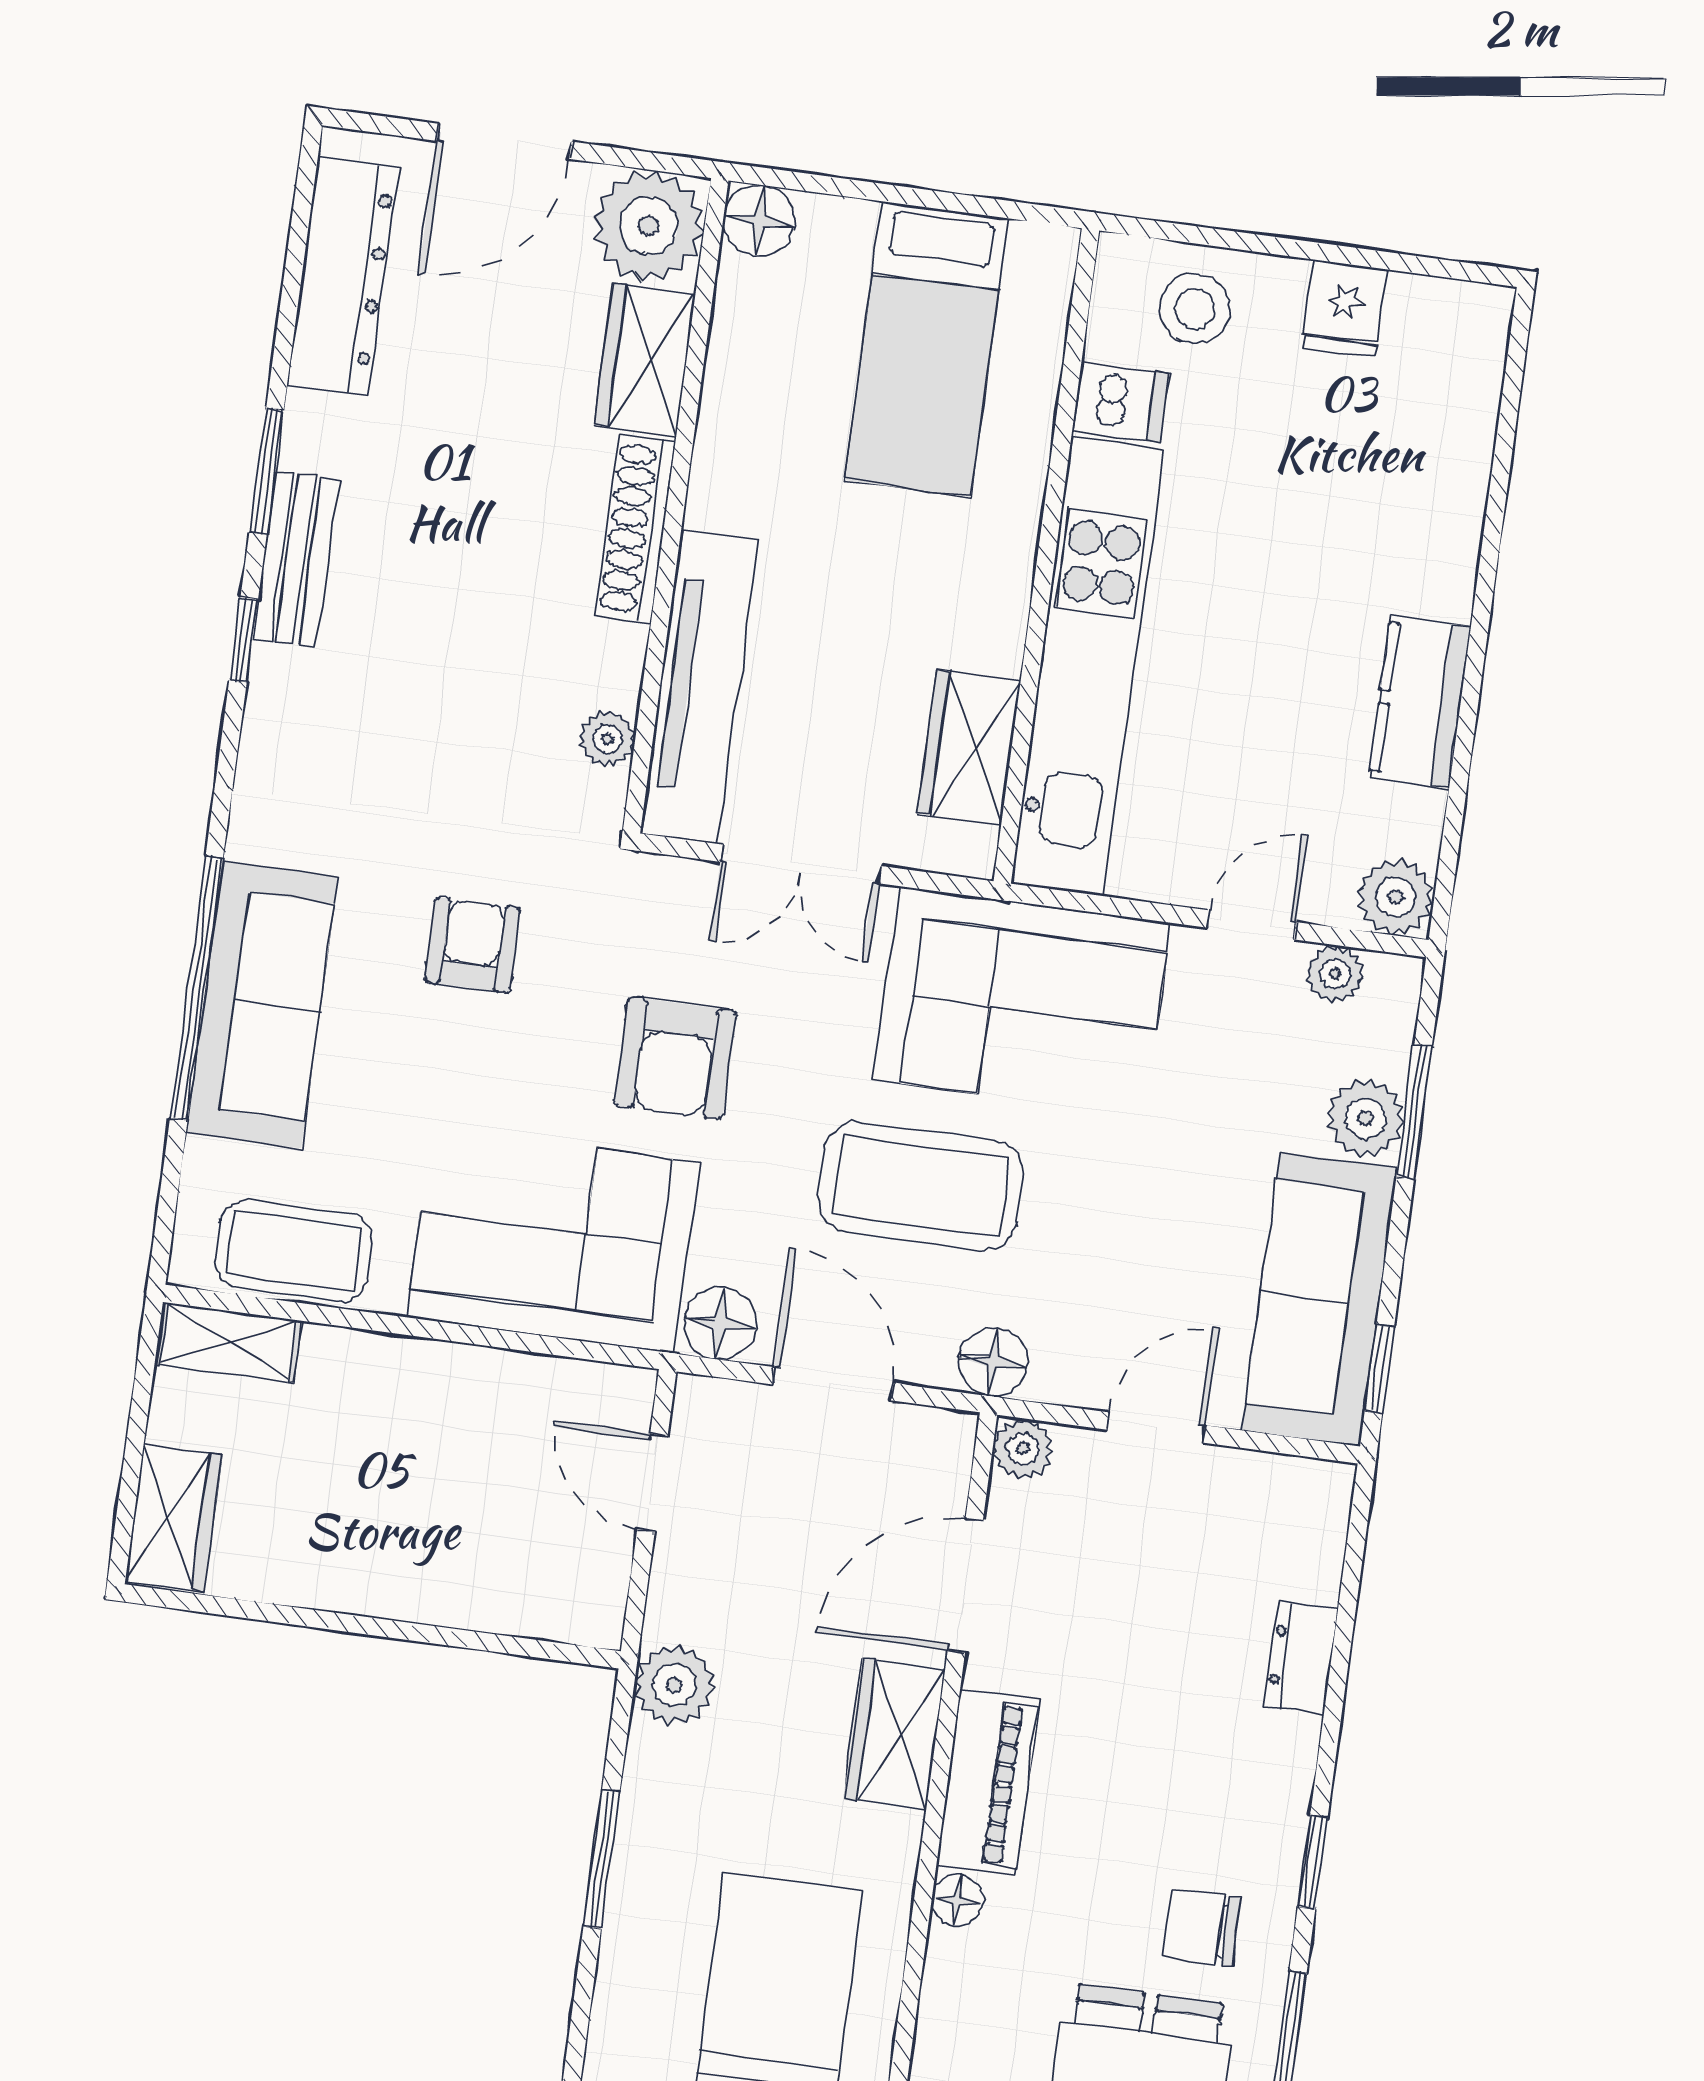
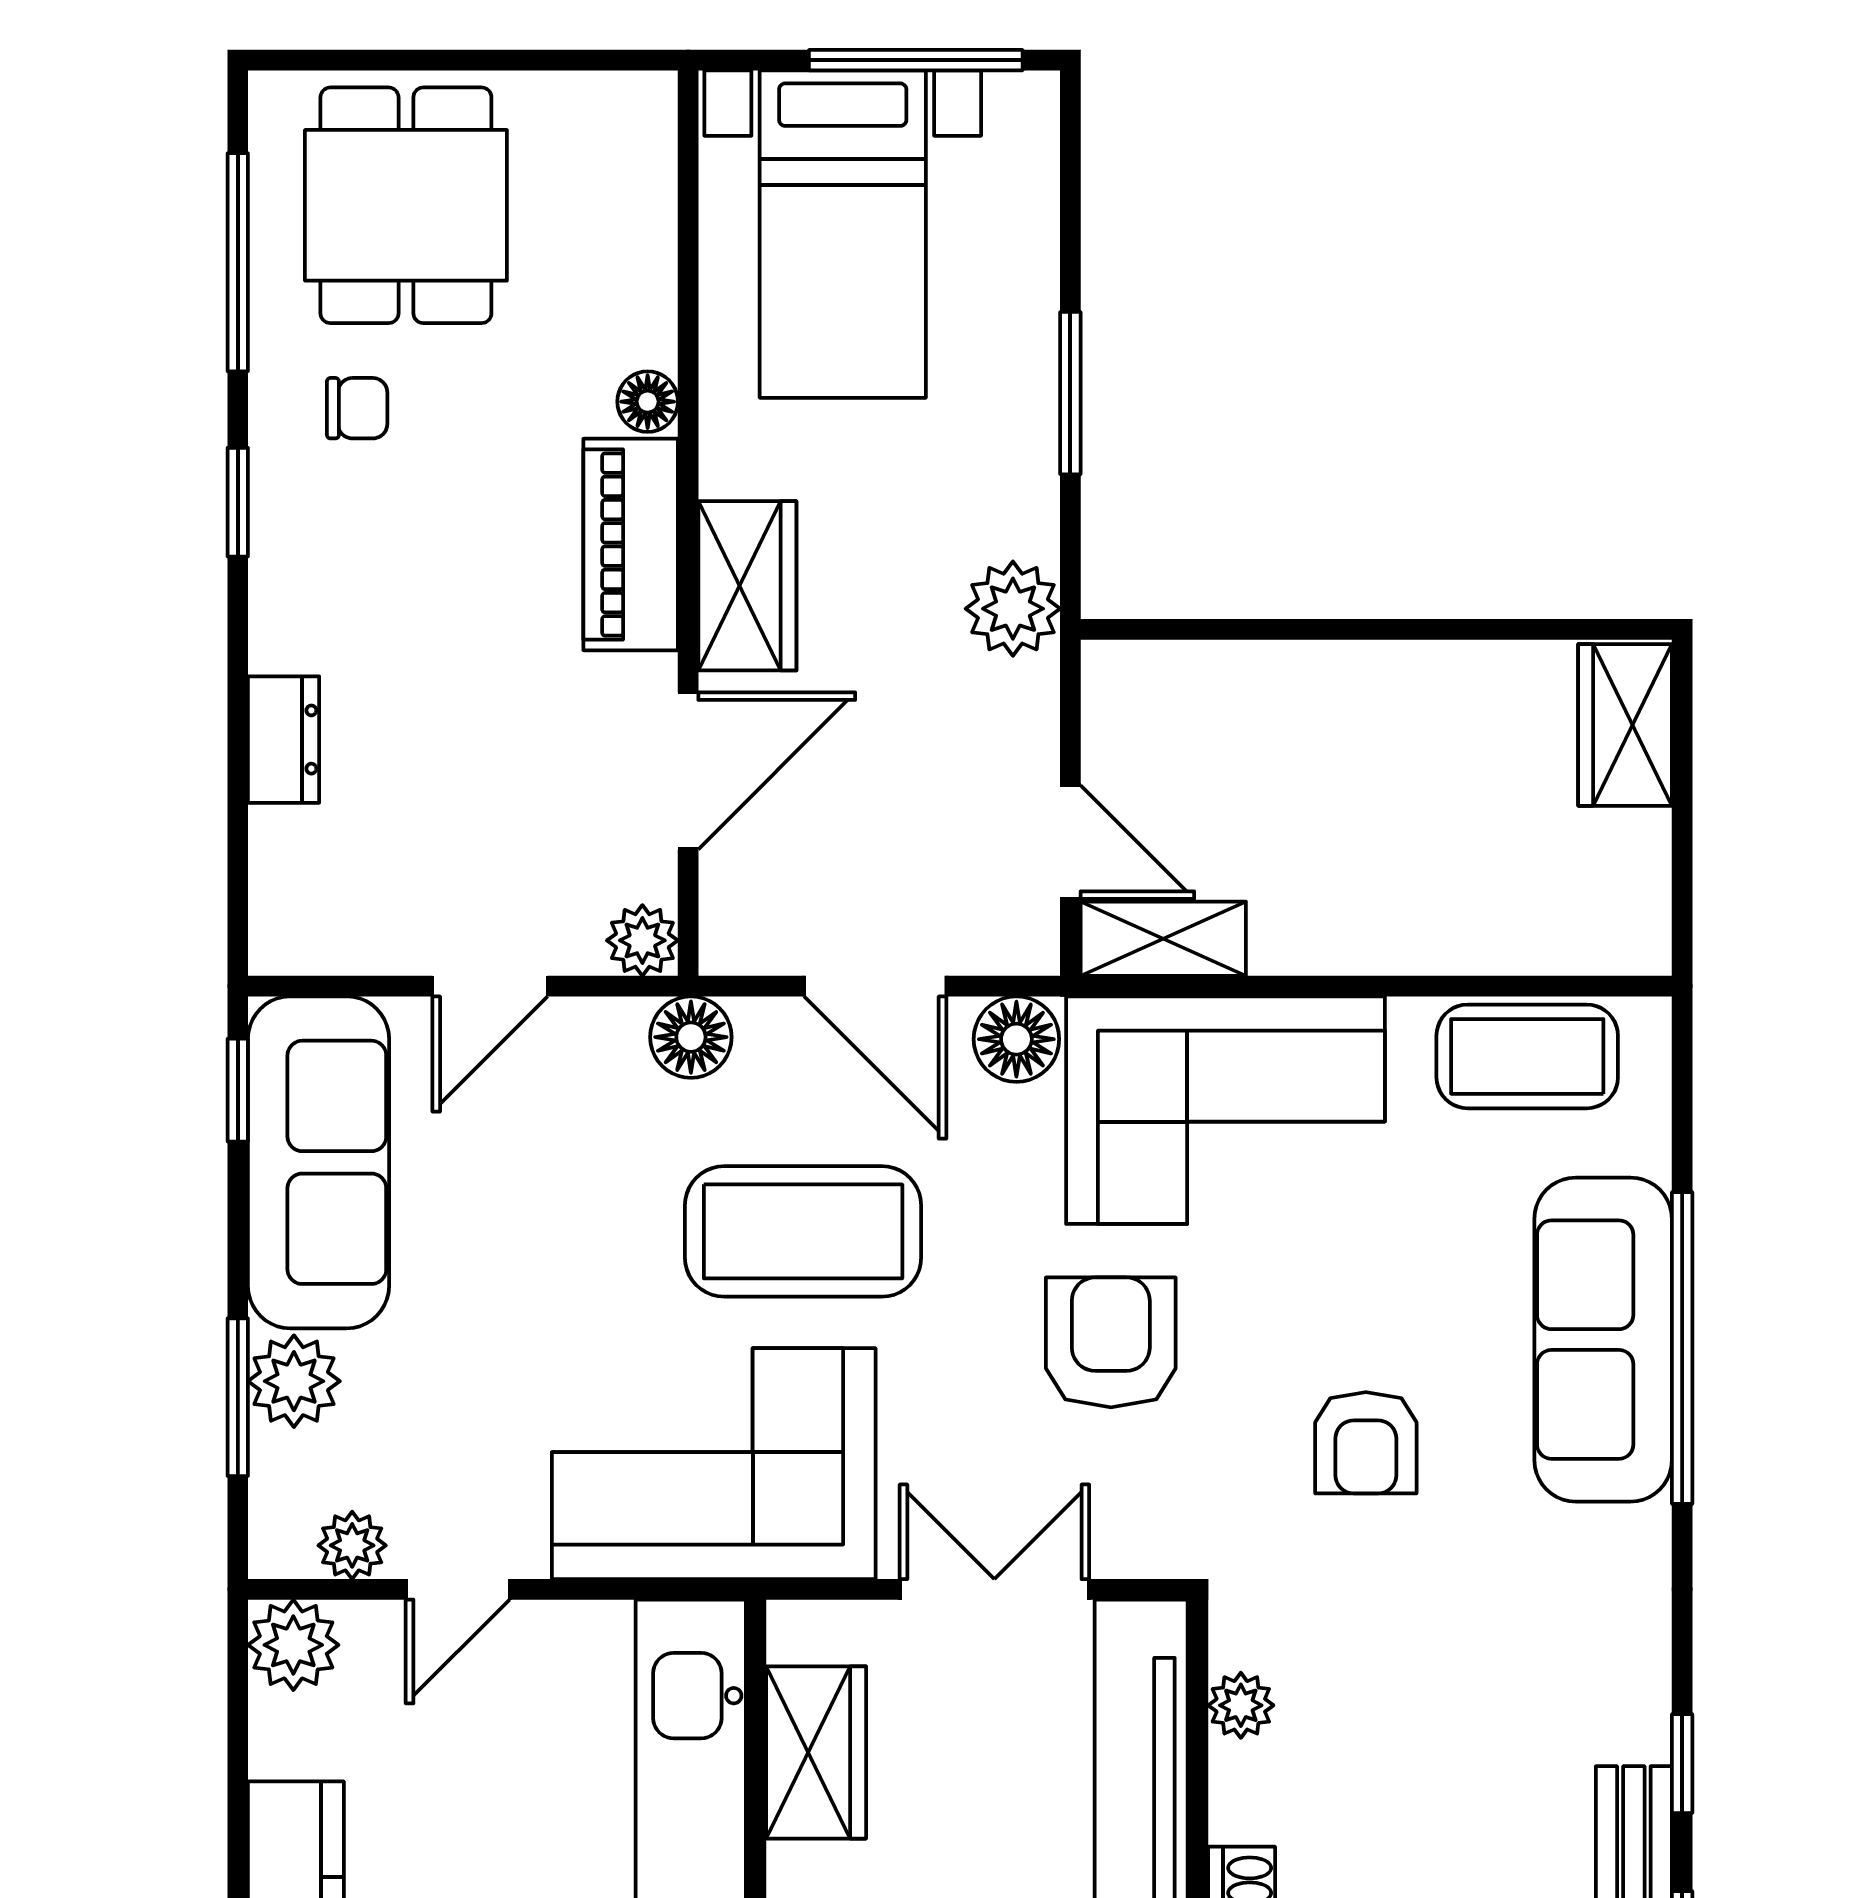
shelving: (228, 1343) -> (1163, 939), moved
chair: (1202, 1928) -> (357, 408), width x0.73, depth x0.73

